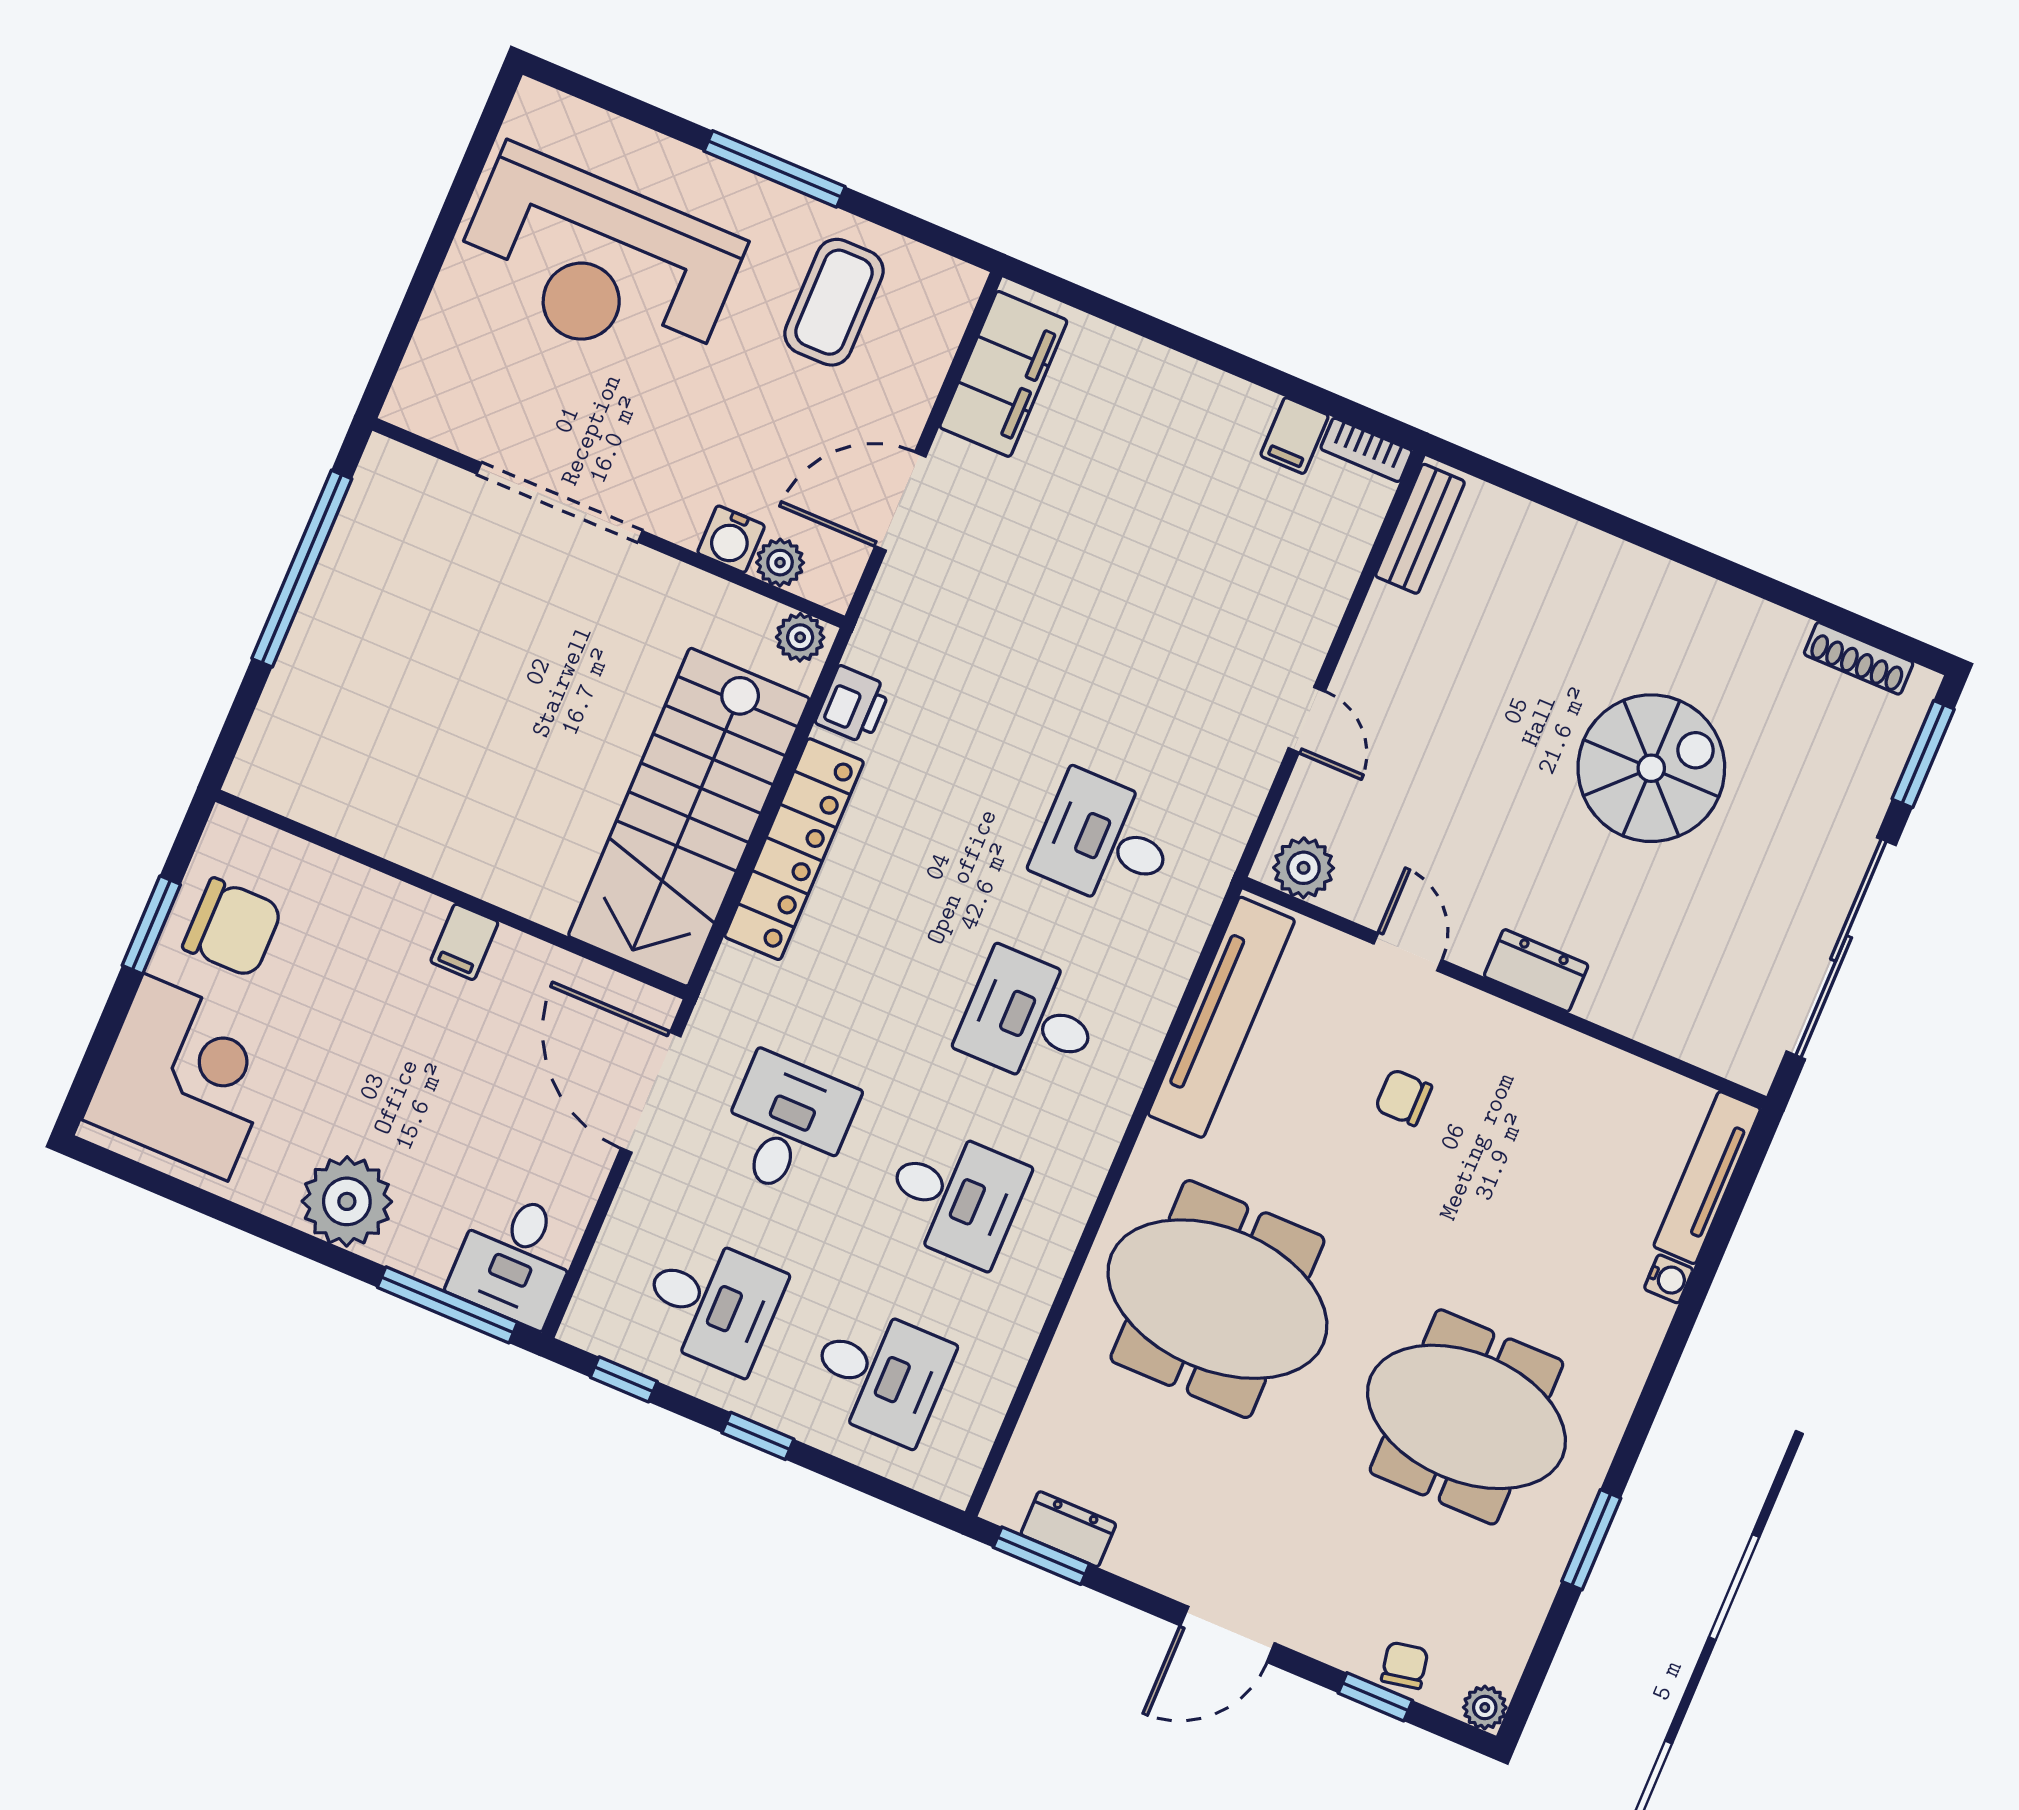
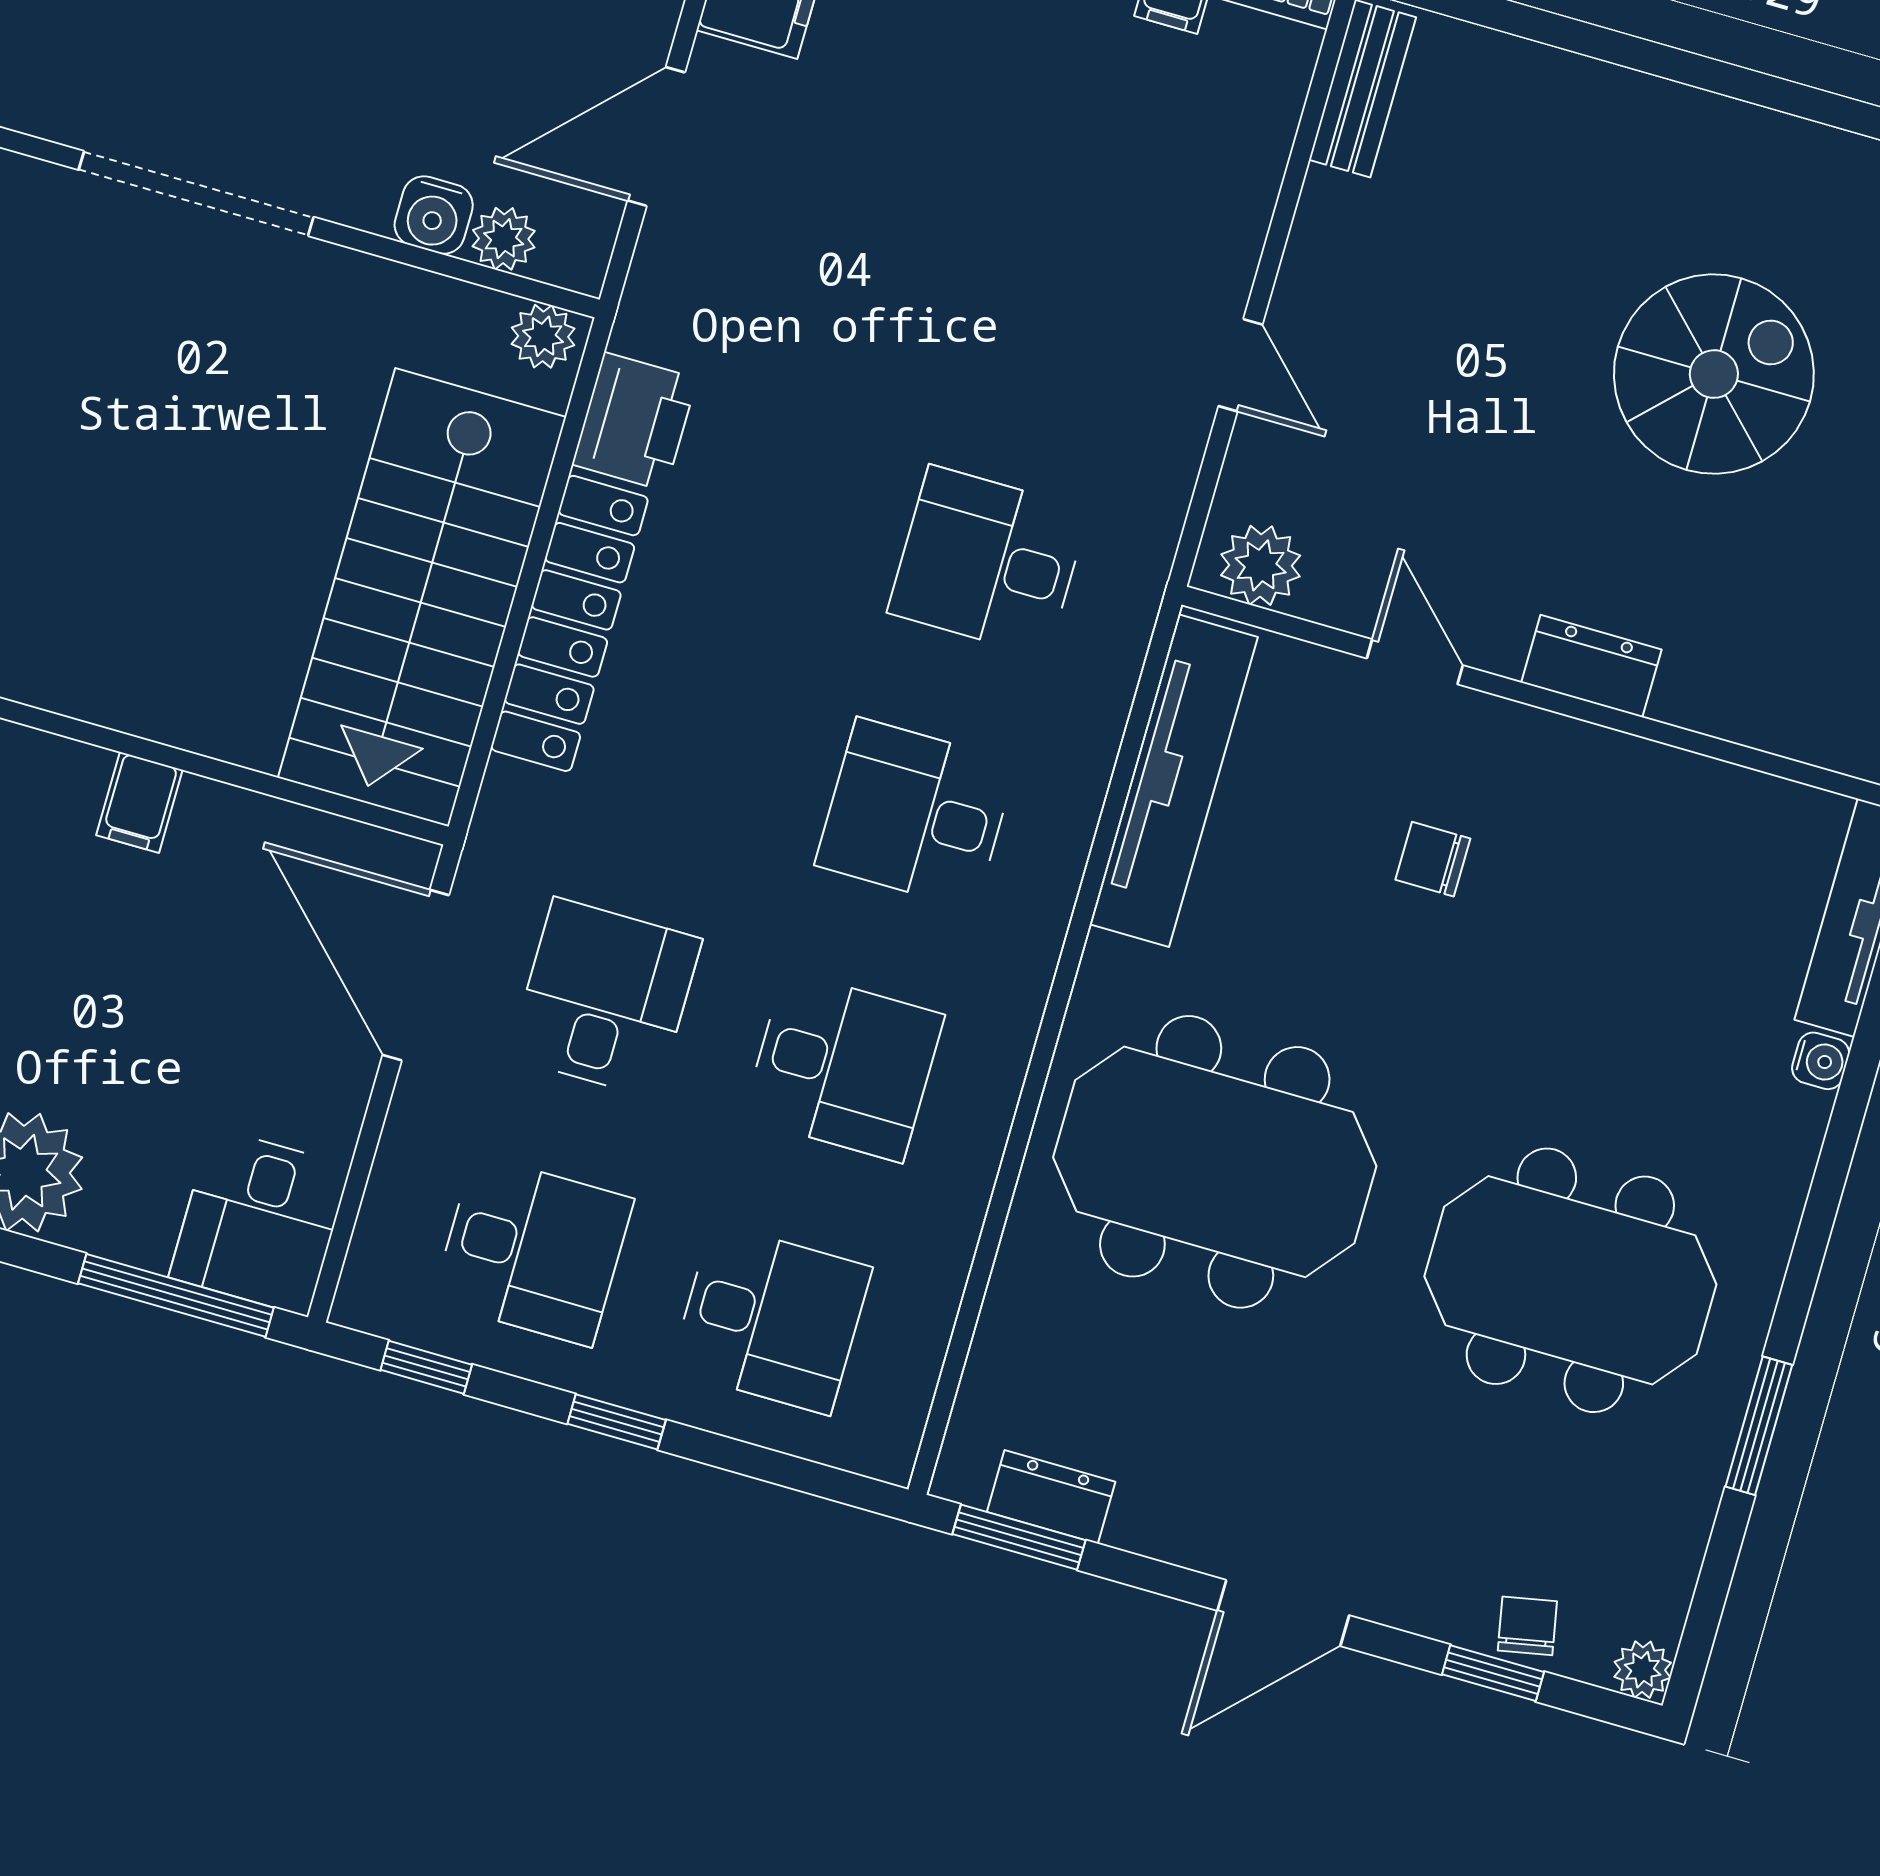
printer: (853, 705) -> (635, 421), width x1.36, depth x1.24

